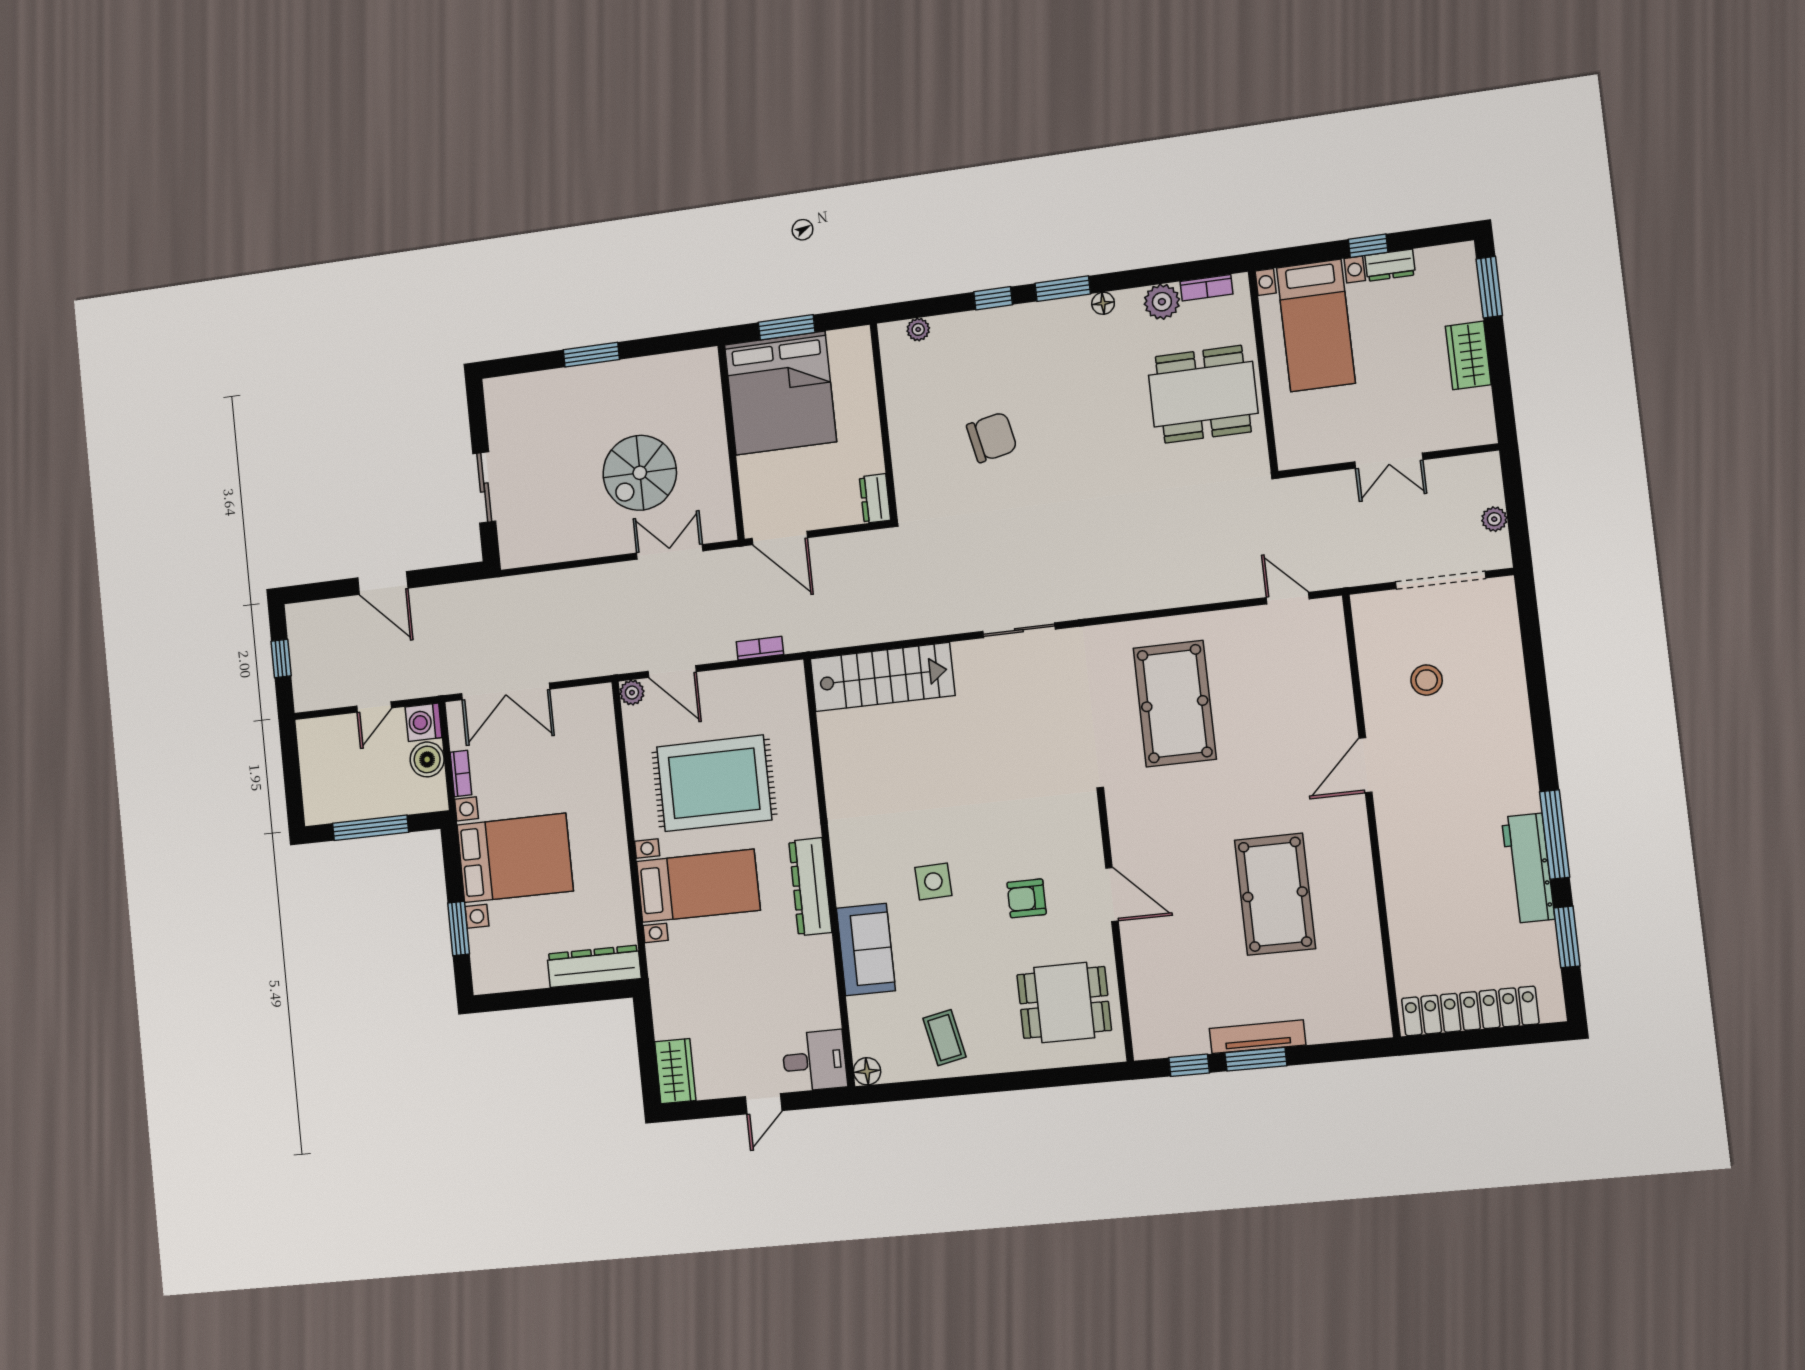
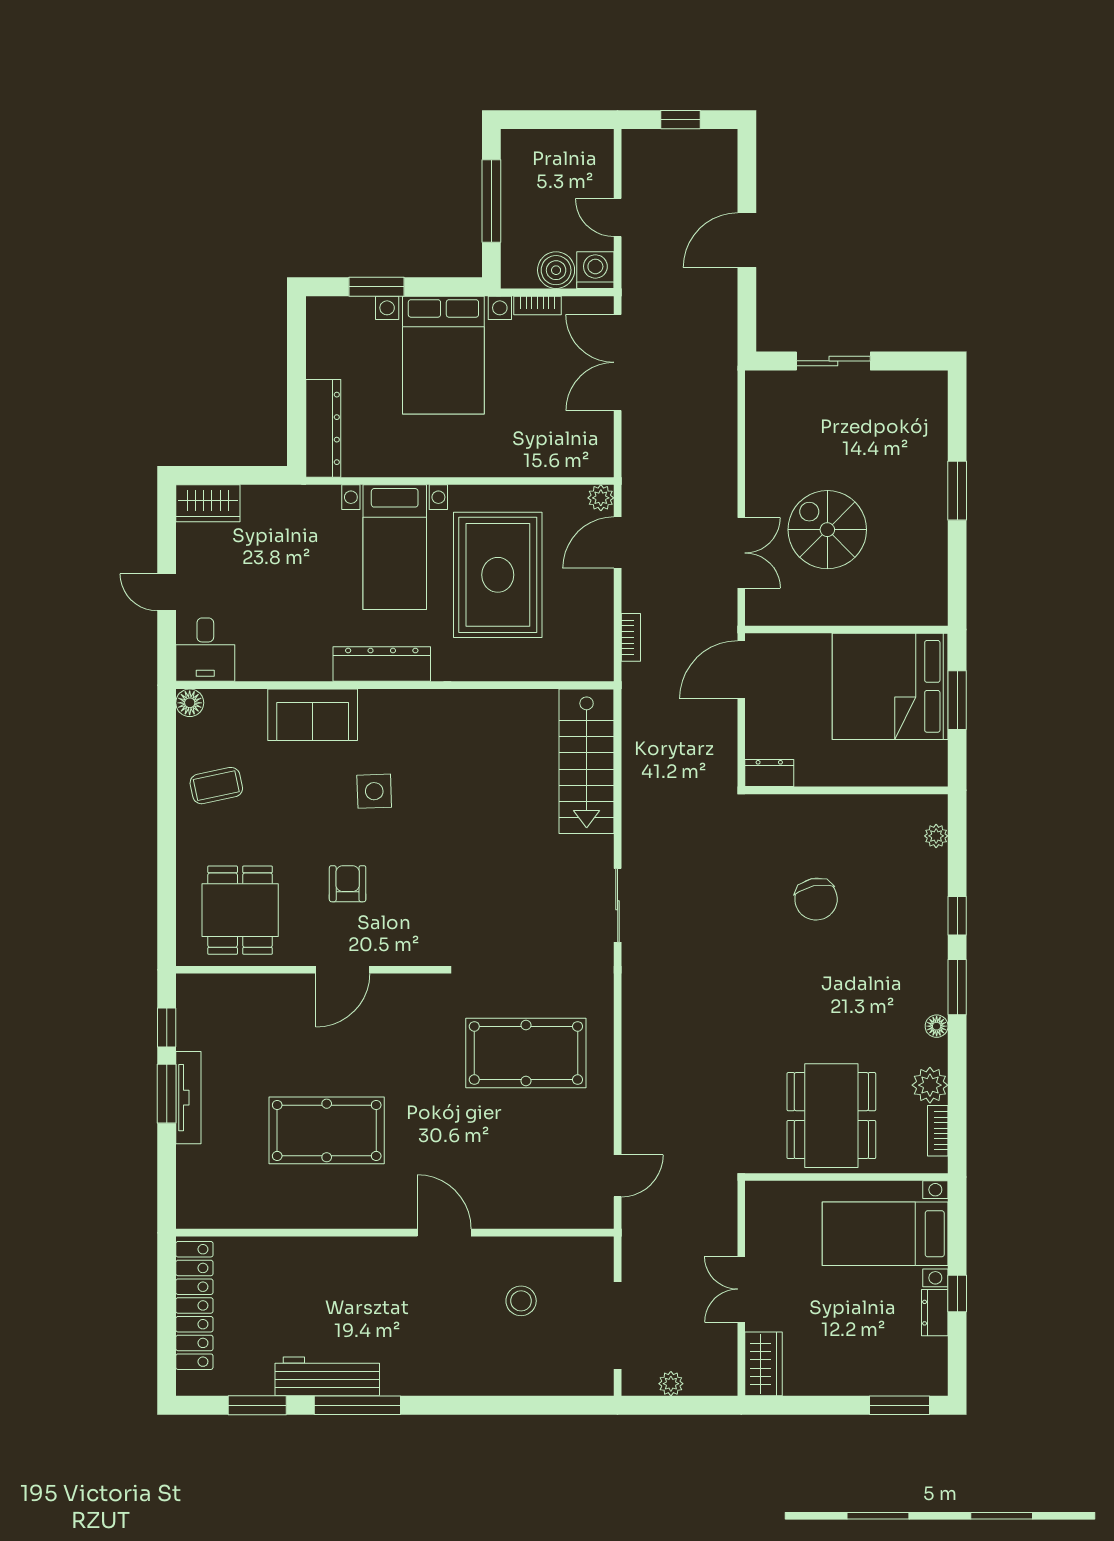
wardrobe: (1468, 355) -> (764, 1364), moved, turned 90

